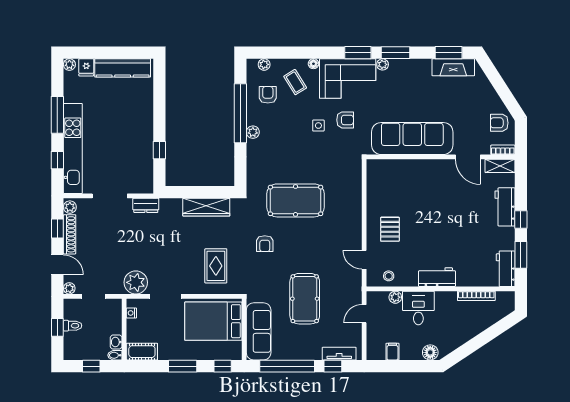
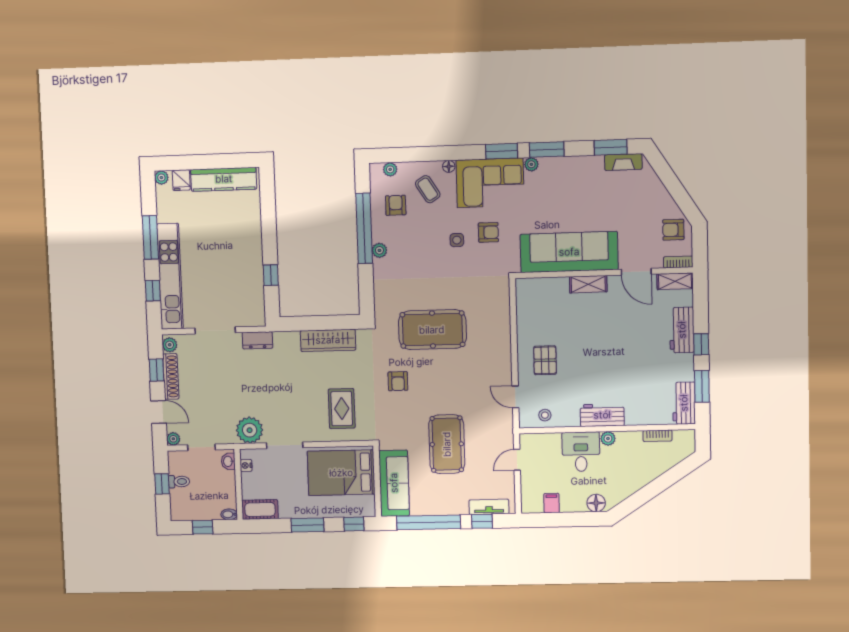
fireplace: (453, 67) -> (623, 162), width x0.73, depth x0.76
shelving: (428, 166) -> (588, 284), added
bookcase: (476, 296) -> (657, 436), width x0.64
plant: (395, 297) -> (608, 439), moved
washbasin: (116, 342) -> (228, 461), moved

